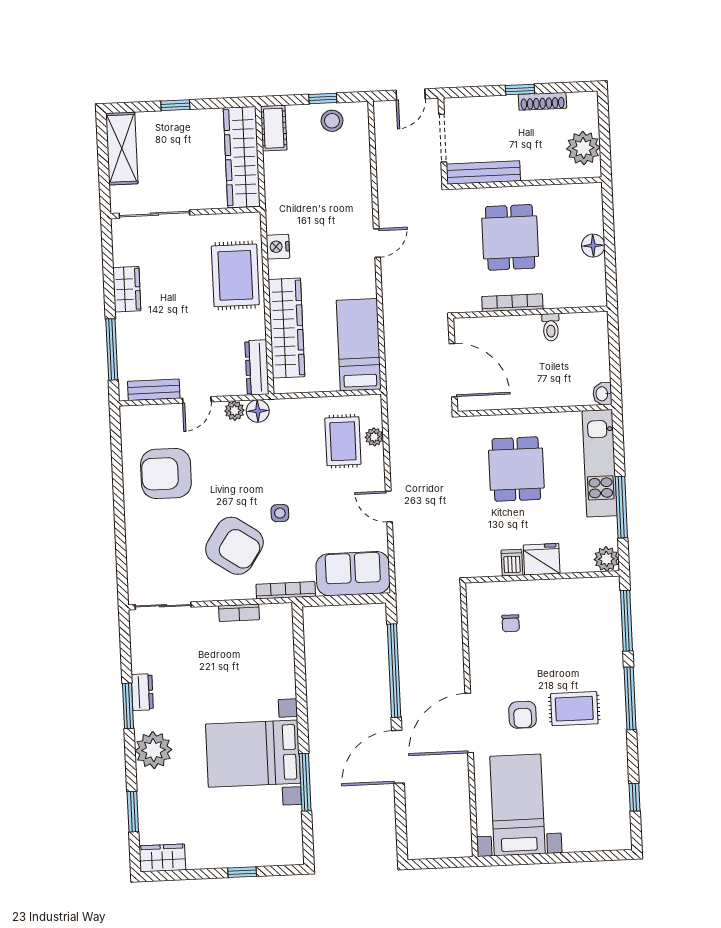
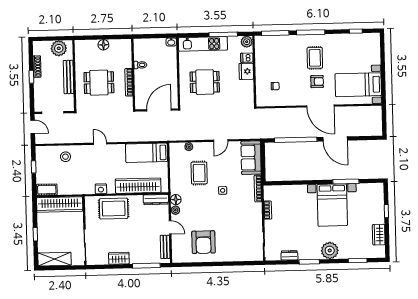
stool: (332, 121) -> (65, 157), moved
bench: (483, 172) -> (69, 77), moved
rug: (343, 441) -> (199, 173), moved, turned 90
armchair: (234, 546) -> (237, 212), removed
dishwasher: (512, 563) -> (247, 58), moved
dresser: (142, 692) -> (289, 255), moved
wardrobe: (162, 858) -> (379, 235), moved

